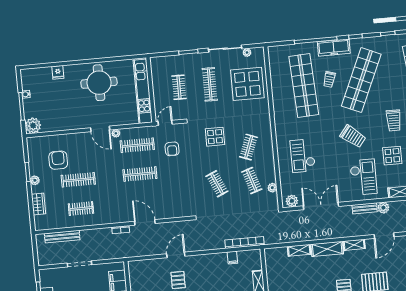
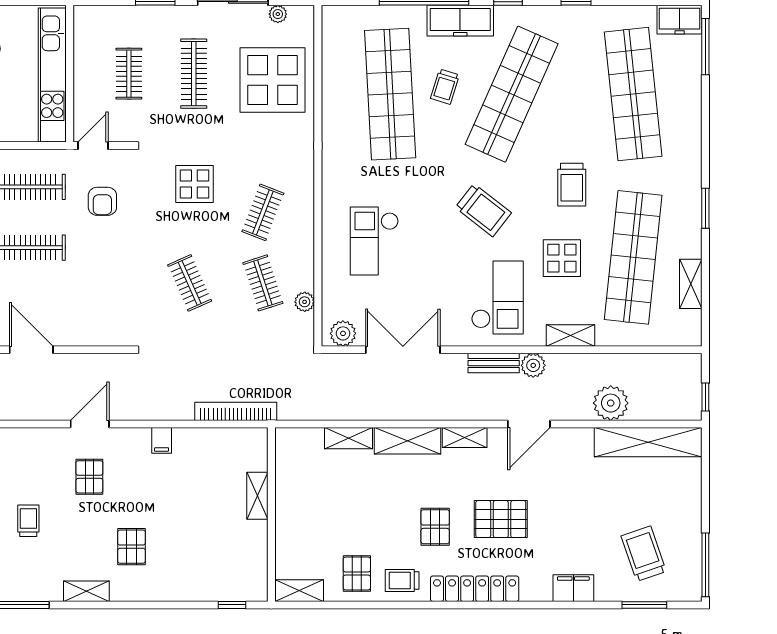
filing cabinet: (232, 258) -> (162, 440), moved

